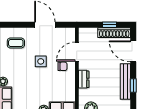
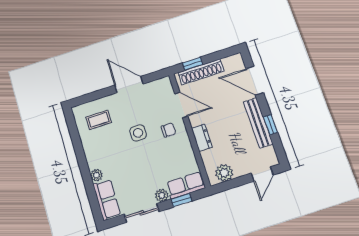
window: (110, 25) -> (193, 64), moved
shoe rack: (114, 33) -> (201, 72), moved
door: (77, 52) -> (181, 105), swing flipped

